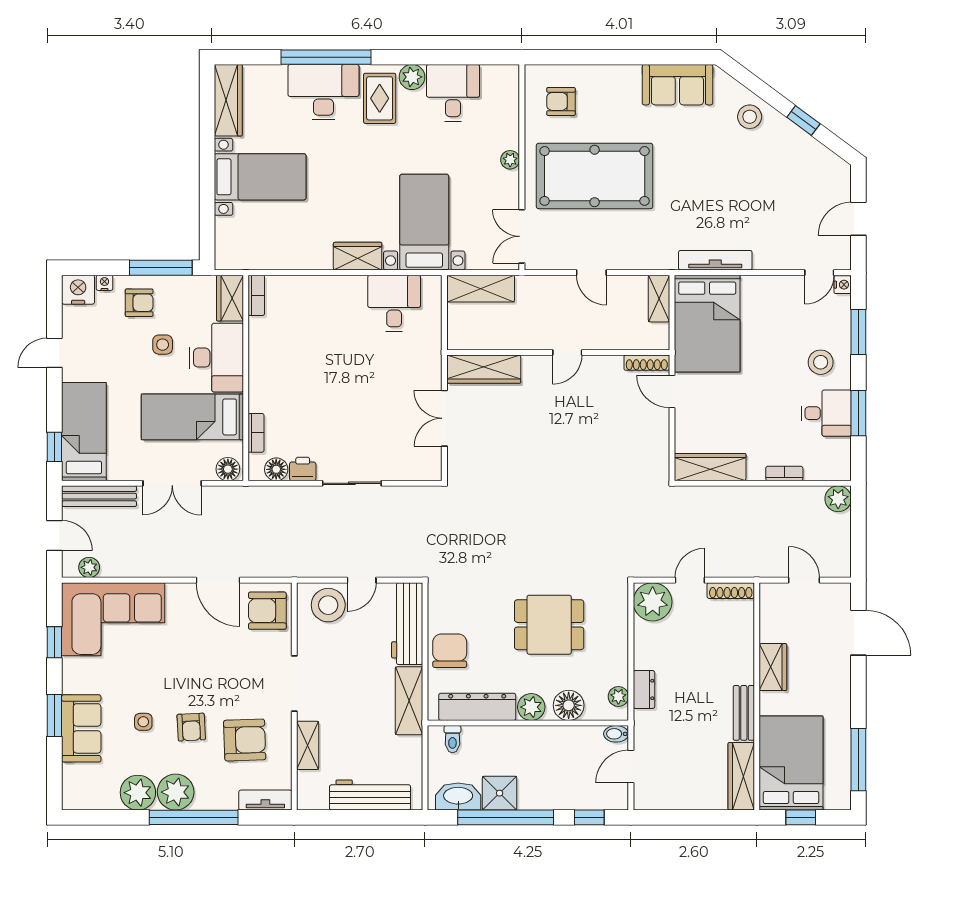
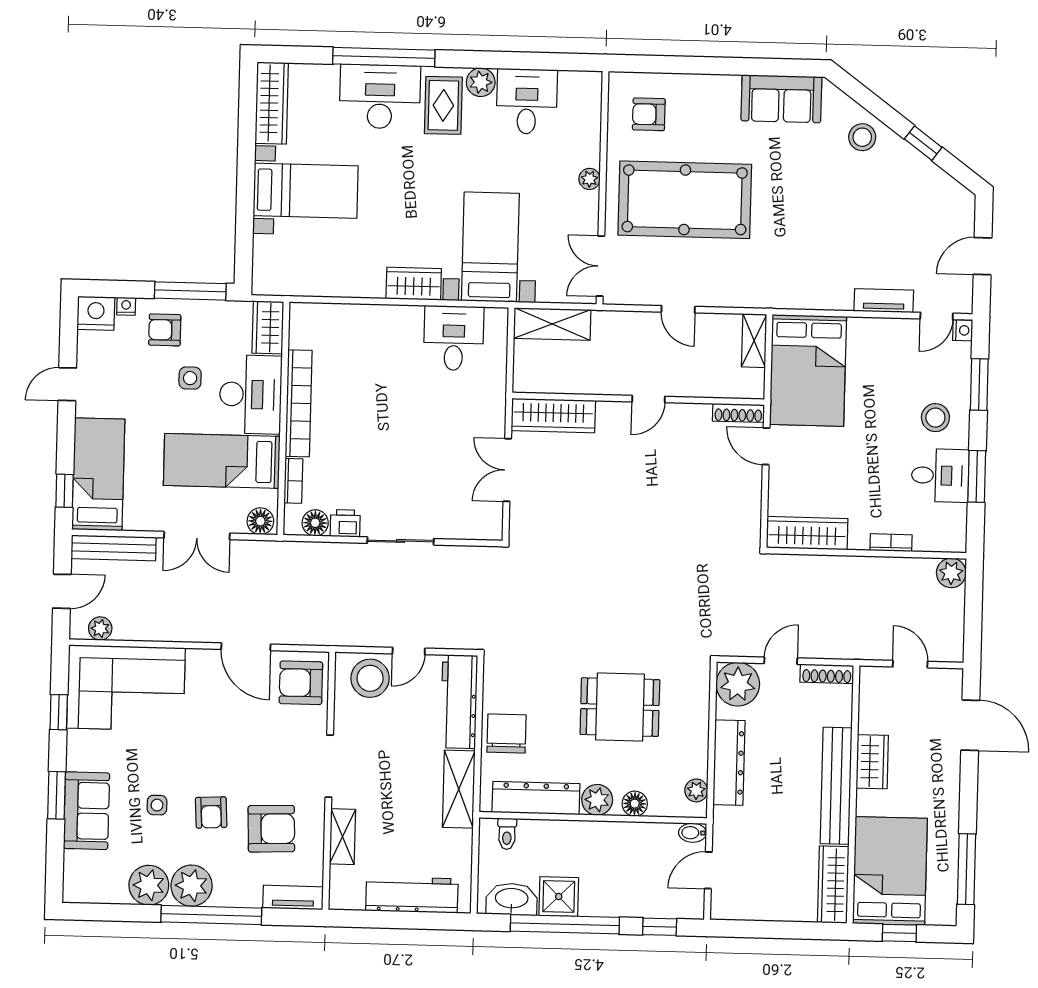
tv unit: (715, 260) -> (884, 301), moved, width x0.71
bookcase: (256, 295) -> (299, 403), moved, width x2.31, depth x1.31
armchair: (139, 303) -> (165, 330), turned 180
door: (54, 536) -> (62, 591), hinge flipped
dresser: (644, 689) -> (729, 763), width x1.96, depth x1.24
floor lamp: (569, 705) -> (635, 804), width x0.73, depth x0.73
bench: (744, 713) -> (836, 786), width x1.86, depth x1.21

